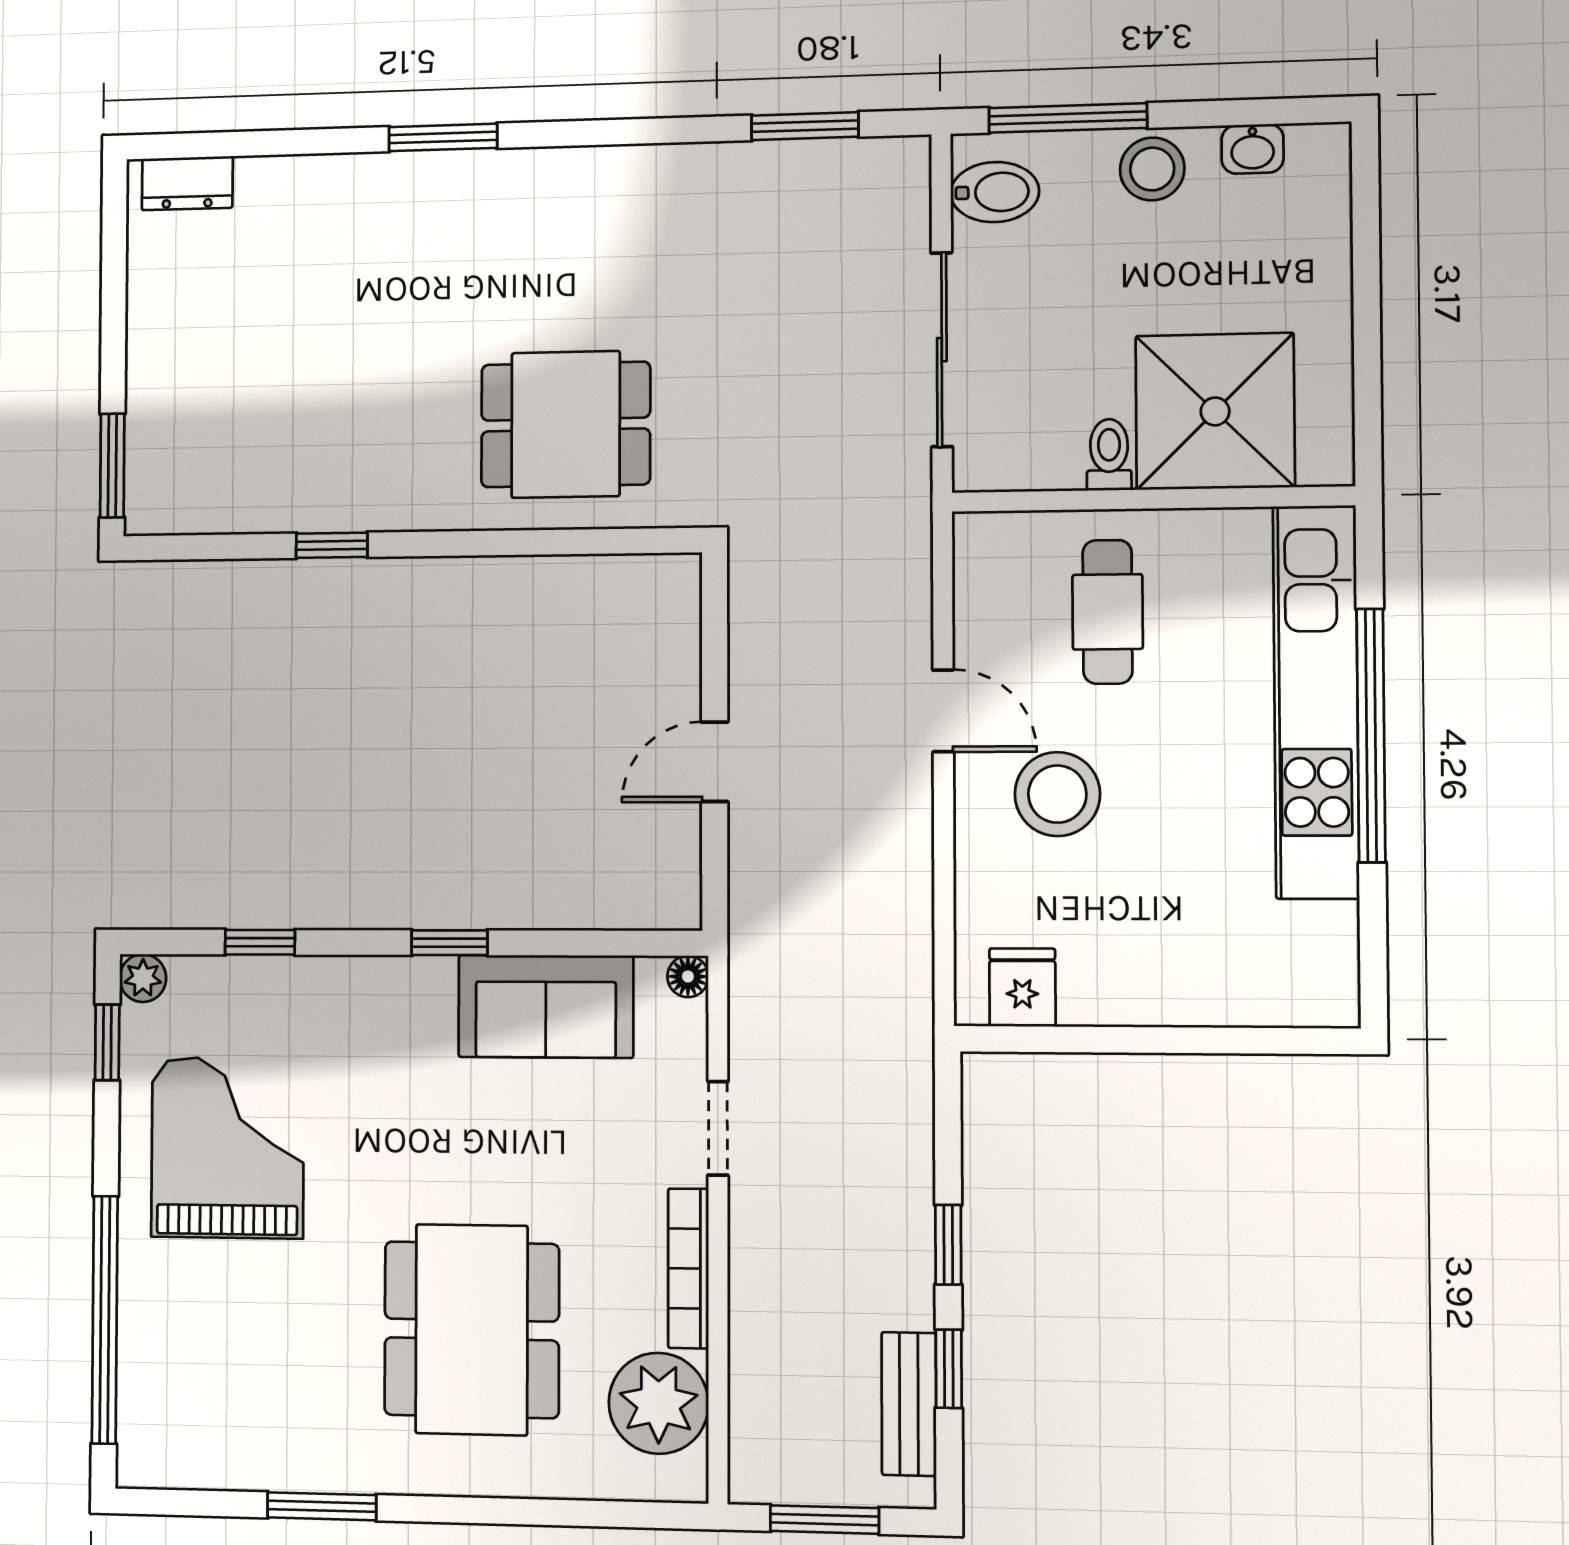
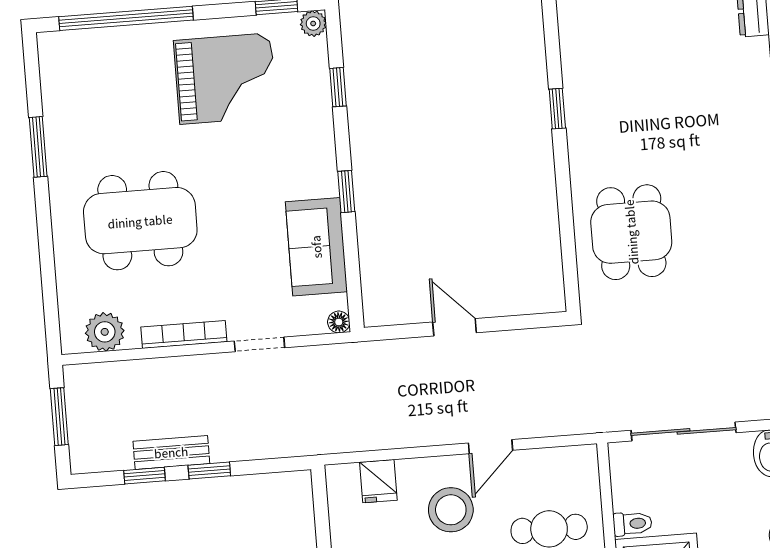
fridge: (1022, 987) -> (378, 481), moved, turned 90
plant: (659, 1403) -> (105, 332), width x0.73, depth x0.73
bench: (909, 1404) -> (171, 452), moved

